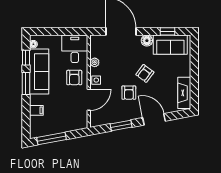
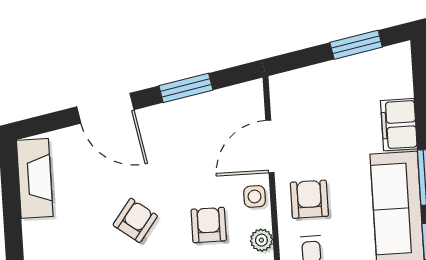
armchair: (129, 93) -> (209, 225), moved
filing cabinet: (36, 110) -> (399, 125), width x2.00
window: (52, 139) -> (356, 45), width x0.69

